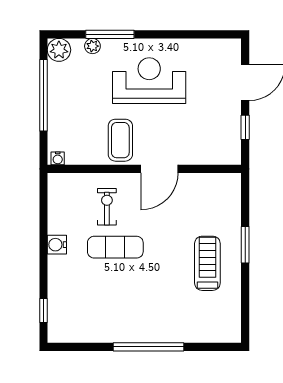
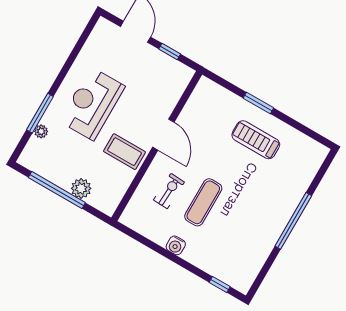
plant: (59, 50) -> (81, 188), moved
water cooler: (58, 158) -> (111, 207), removed
exercise bike: (107, 207) -> (169, 191), turned 93

